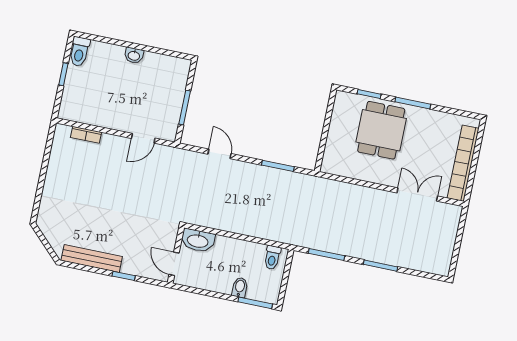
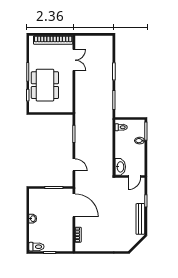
dining table: (381, 130) -> (45, 85), width x1.38
door: (143, 138) -> (74, 205), width x1.87
door: (220, 154) -> (74, 165), swing flipped
double door: (417, 194) -> (74, 60), swing flipped

